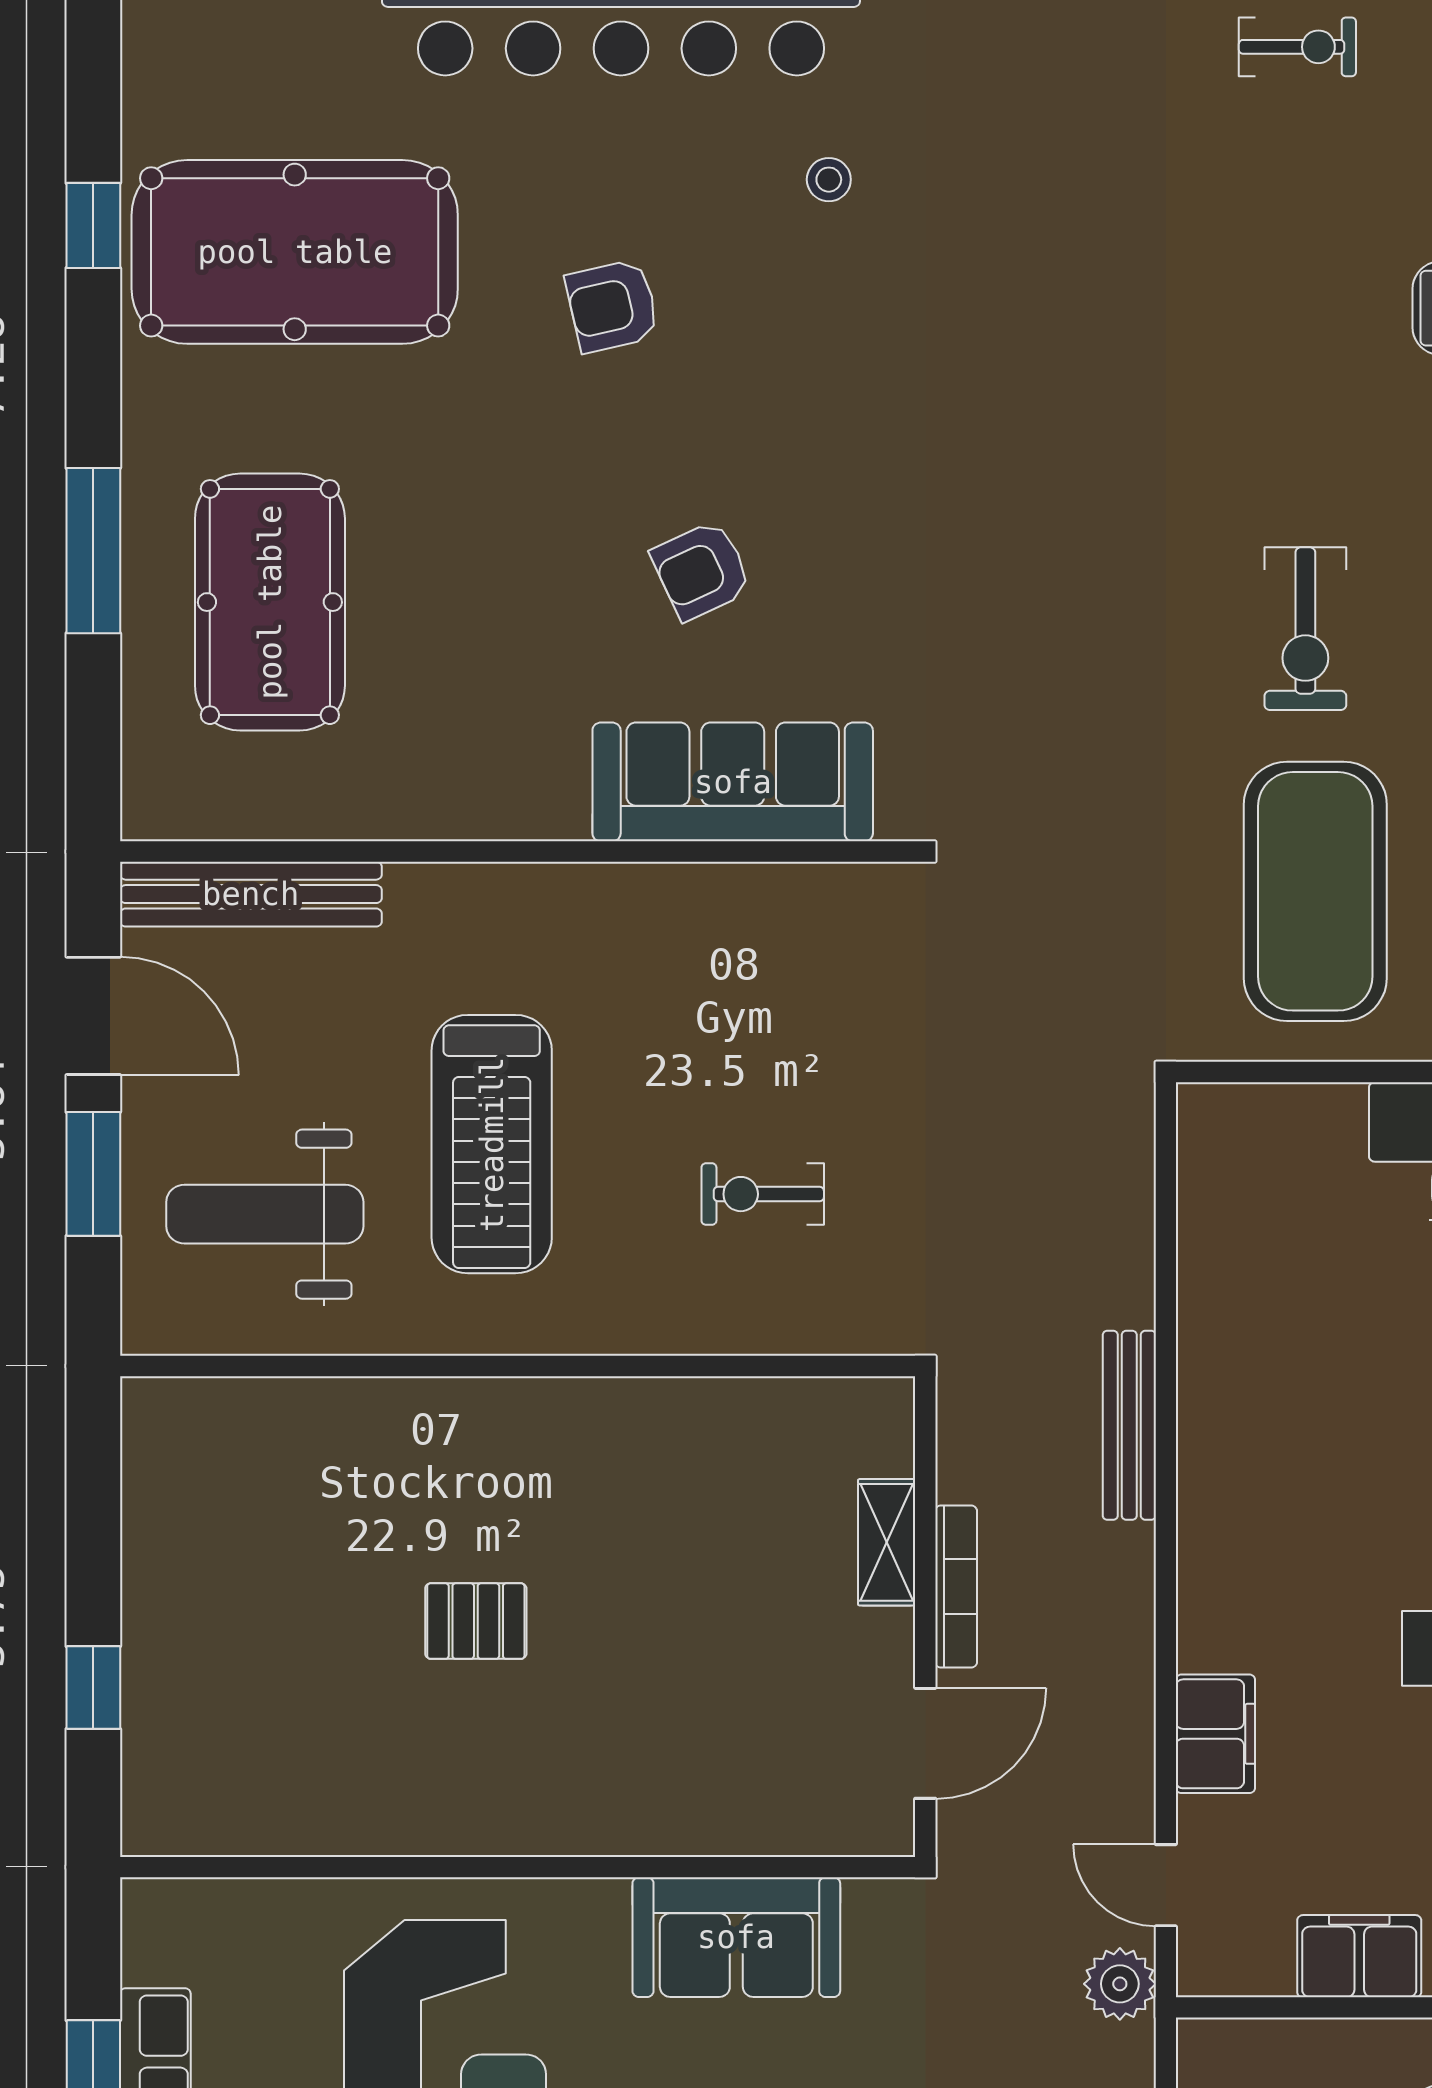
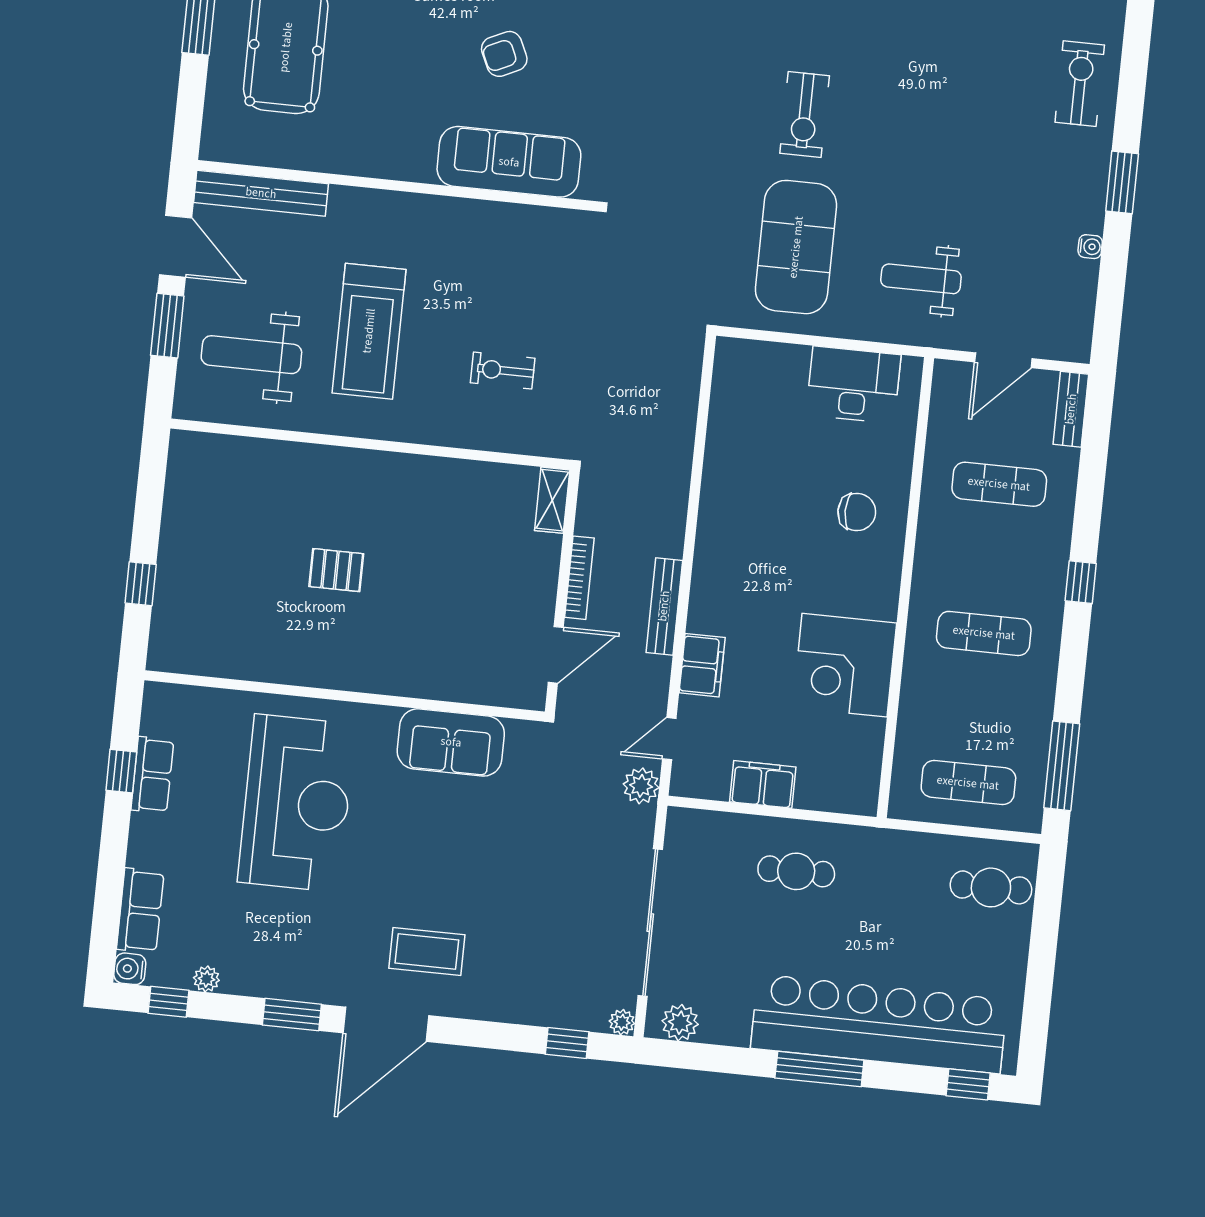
bench: (1129, 1425) -> (664, 606), moved
shelving: (887, 1542) -> (552, 500), moved
door: (1166, 1885) -> (669, 739), hinge flipped

